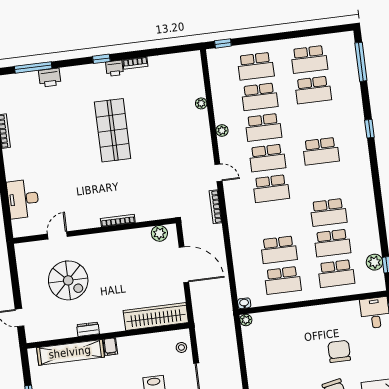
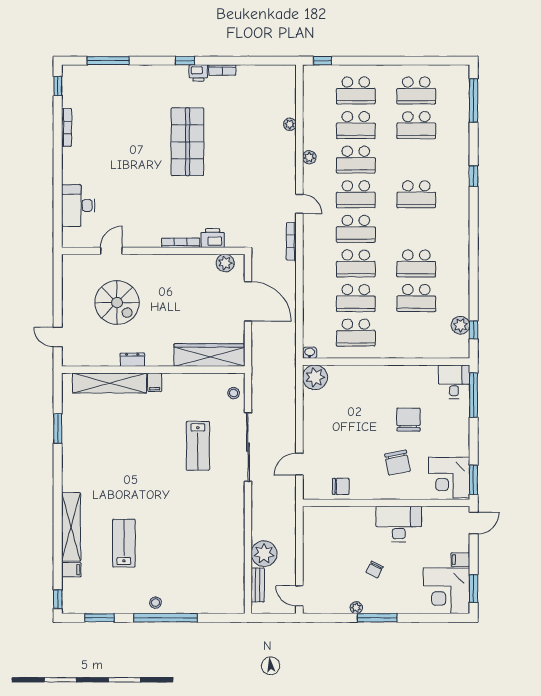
printer: (50, 78) -> (213, 238), moved, turned 180
school desk: (336, 274) -> (356, 263), moved
plant: (246, 320) -> (315, 377), width x1.88, depth x1.88

